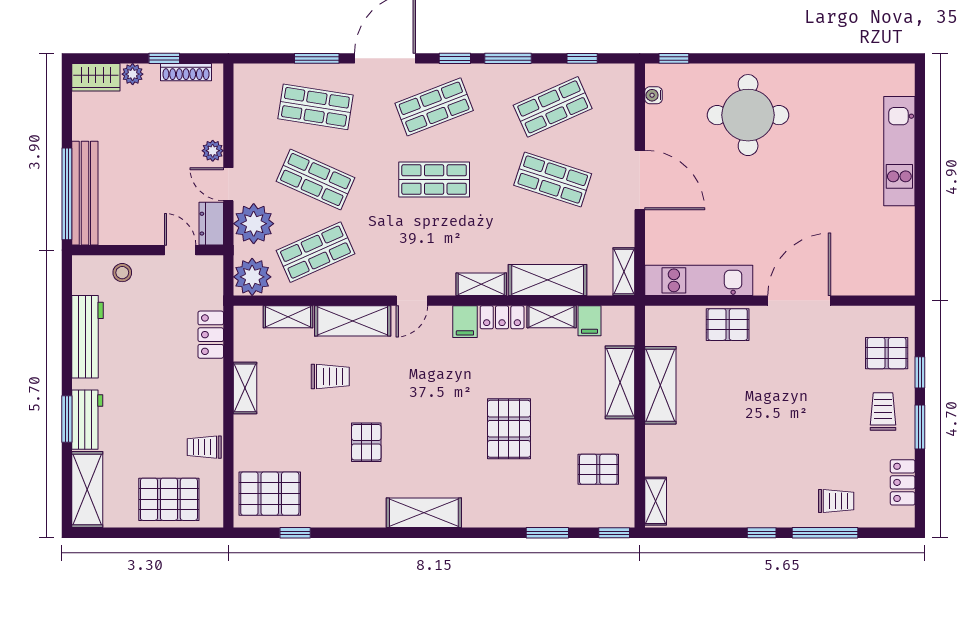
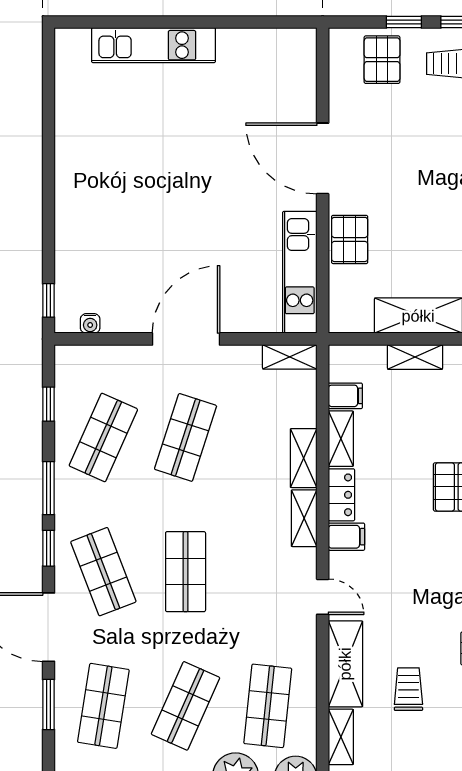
shop shelf: (553, 107) -> (103, 437), turned 48
round table: (748, 115) -> (113, 216), removed
shop shelf: (315, 252) -> (268, 706), turned 30
shelving: (548, 280) -> (304, 458), width x0.67, depth x0.75
shelving: (620, 382) -> (415, 357), width x0.67, depth x0.75

